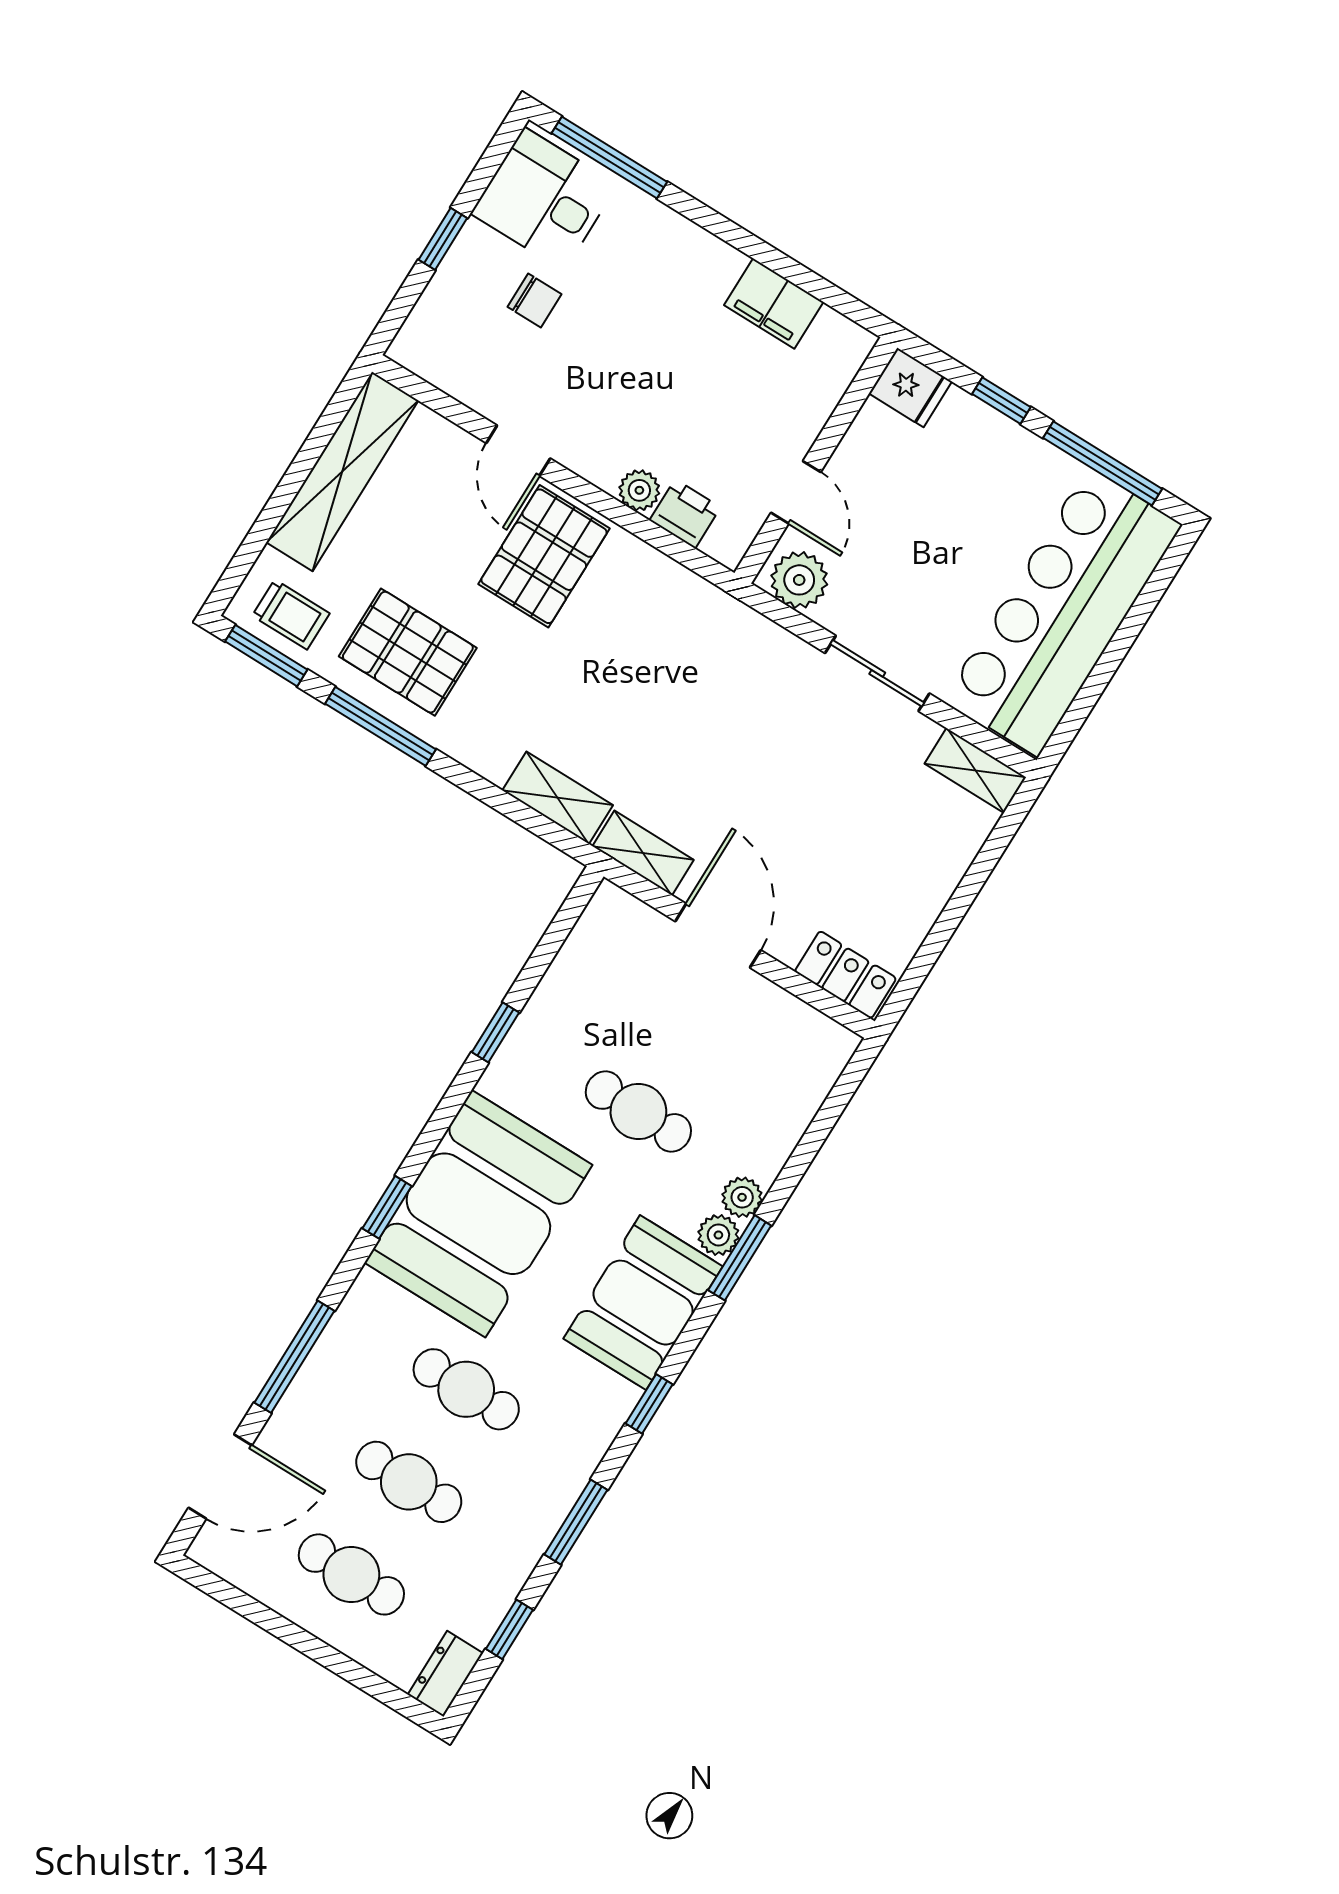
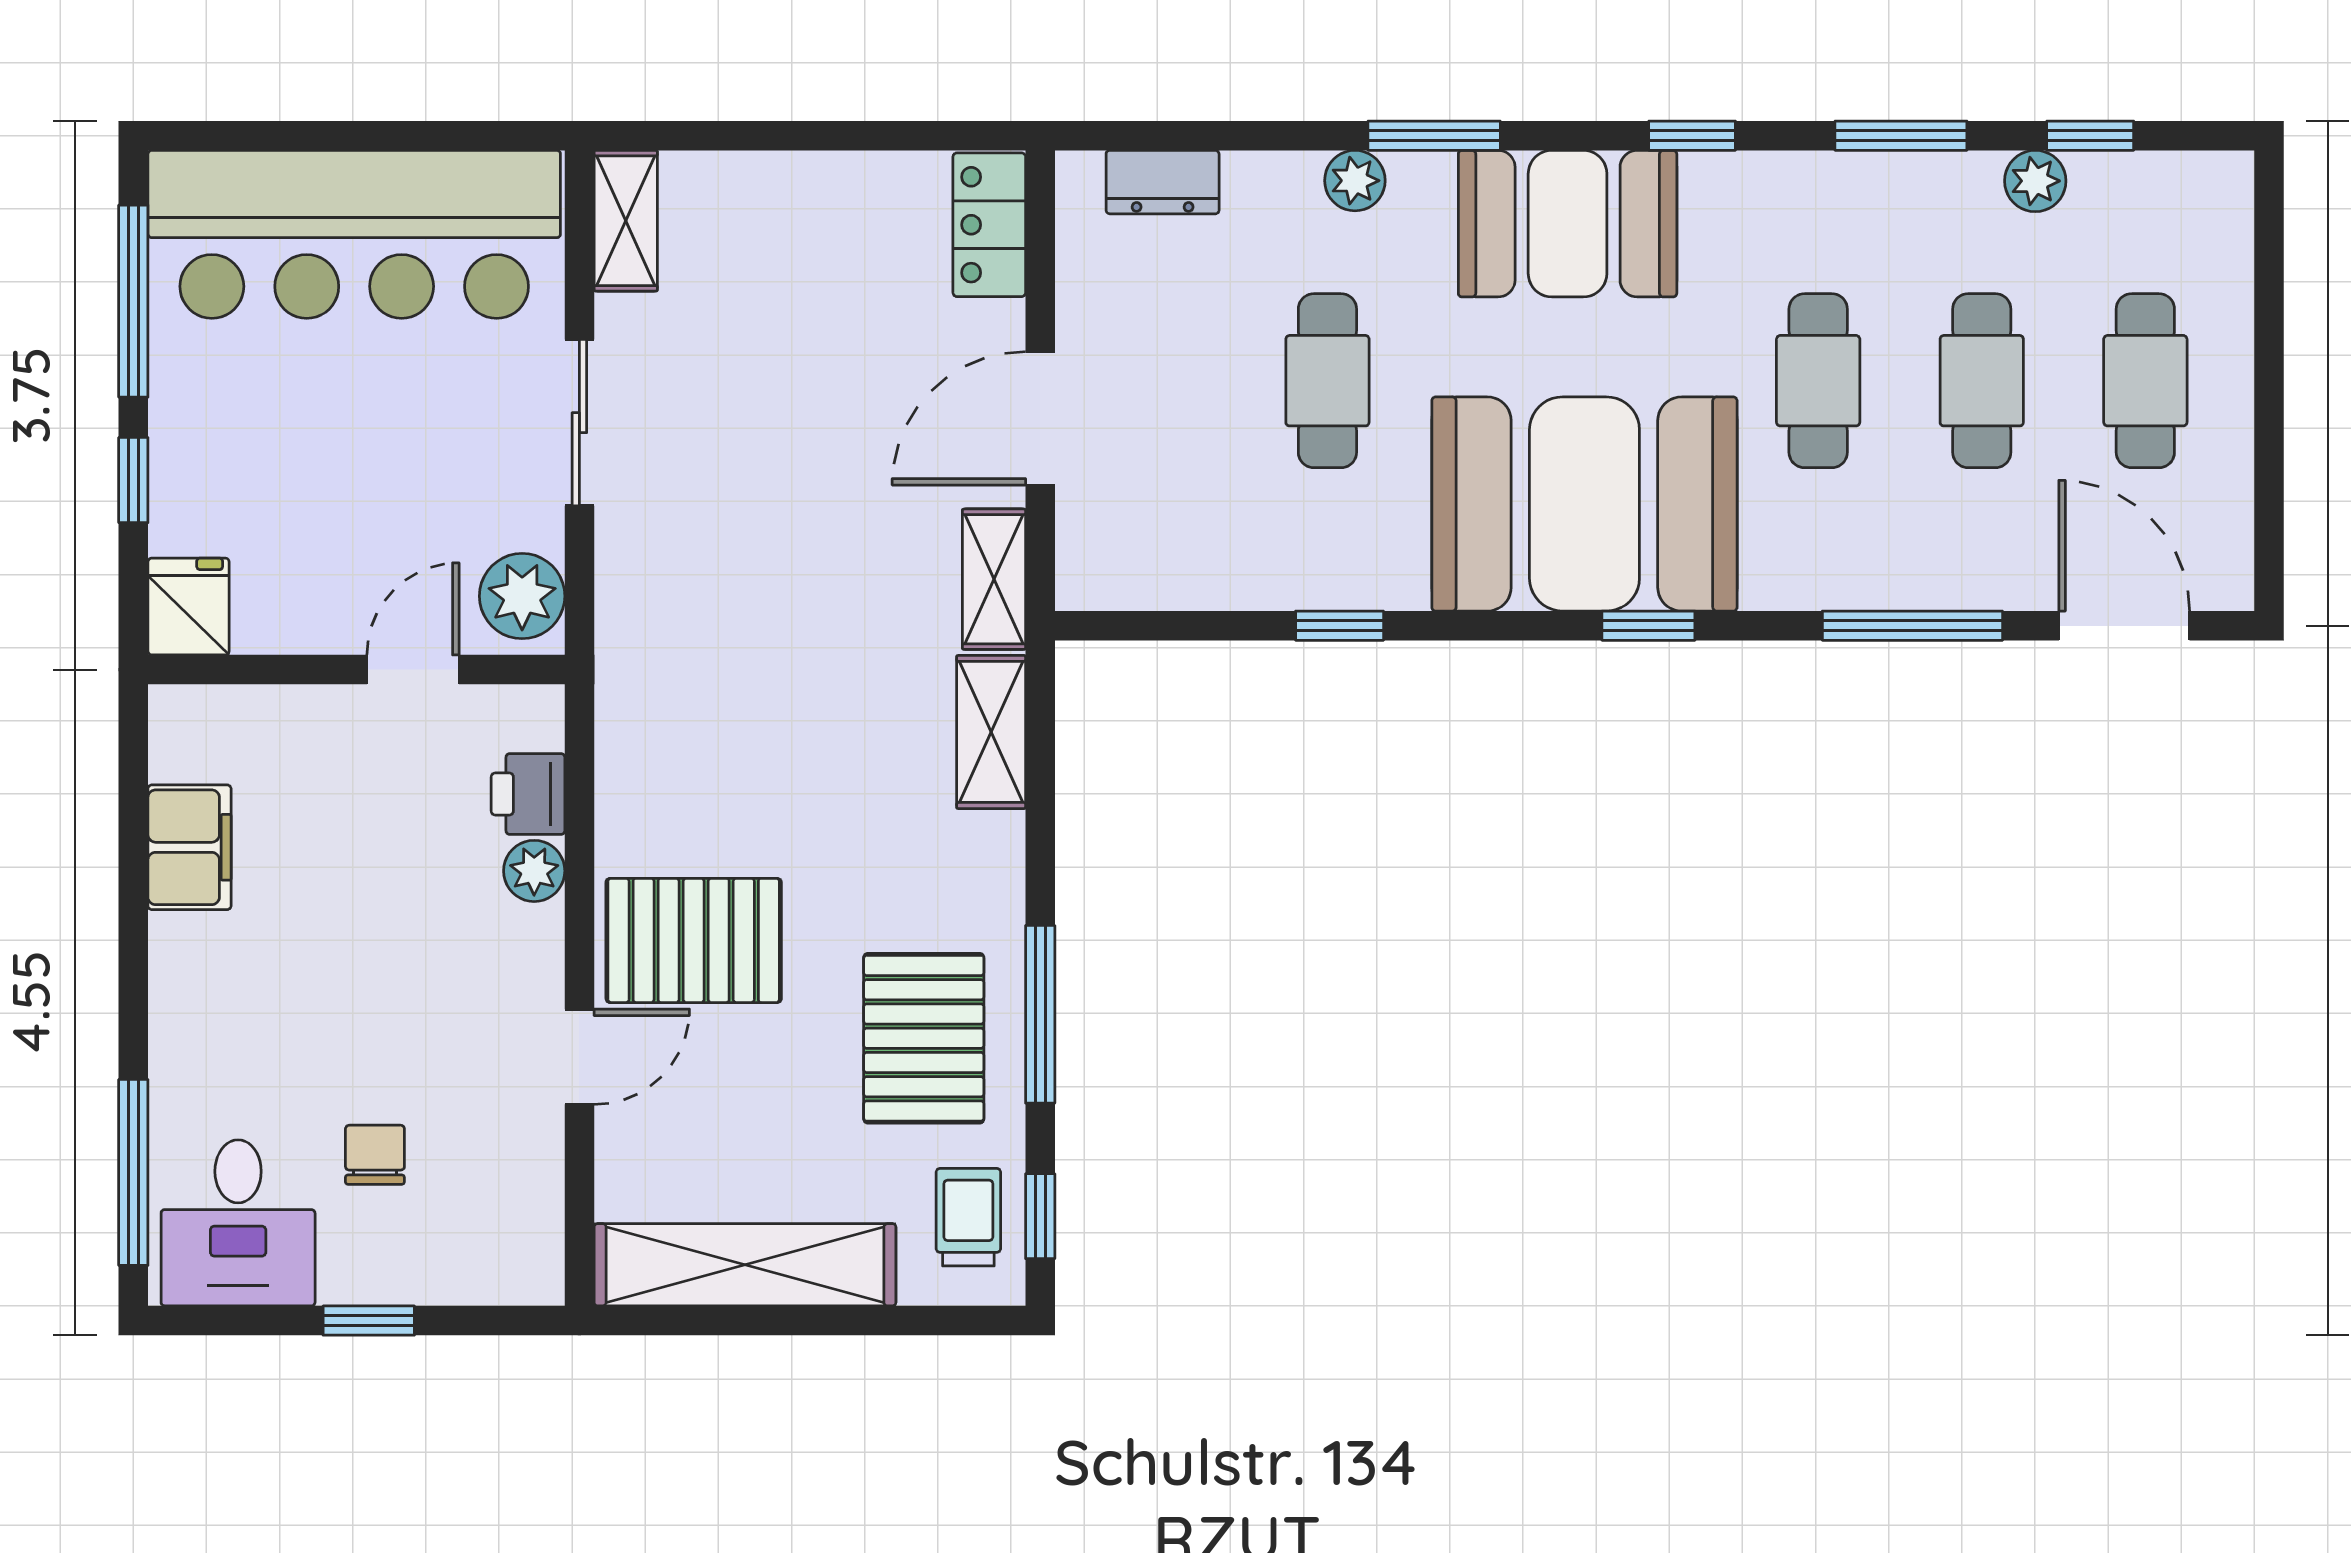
window: (266, 656) -> (1040, 1216), width x0.67
plant: (718, 1235) -> (2035, 181), moved
dresser: (445, 1674) -> (1163, 182), moved

